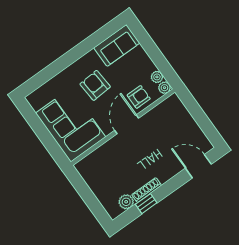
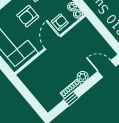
armchair: (95, 85) -> (28, 16), turned -86
plant: (126, 202) -> (83, 77), moved

